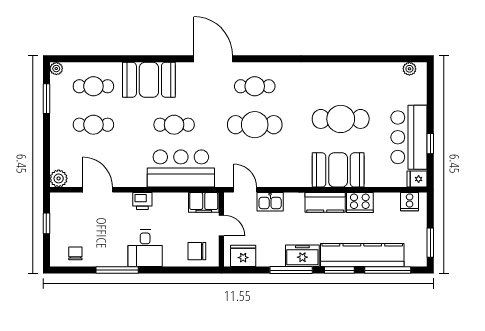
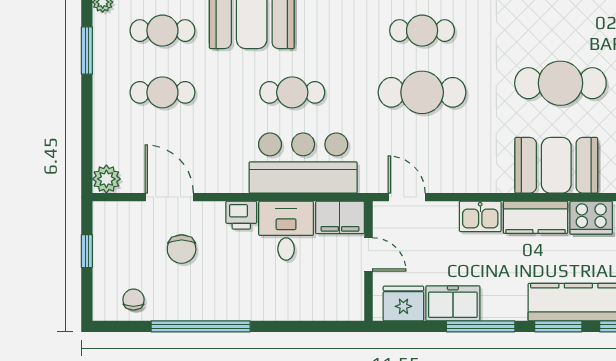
kitchen sink: (270, 202) -> (480, 216), moved
desk: (145, 248) -> (286, 231), moved, turned 180
chair: (197, 251) -> (182, 249), moved, turned -90
freezer: (302, 256) -> (453, 303), moved
window: (117, 270) -> (201, 326), width x1.46

